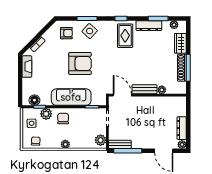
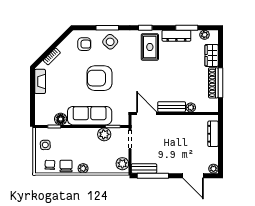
armchair: (80, 64) -> (99, 78), turned 180
floor lamp: (34, 100) -> (61, 119), moved
plant: (46, 114) -> (104, 134), moved
chair: (63, 118) -> (66, 166), moved
dresser: (182, 128) -> (213, 134), moved

